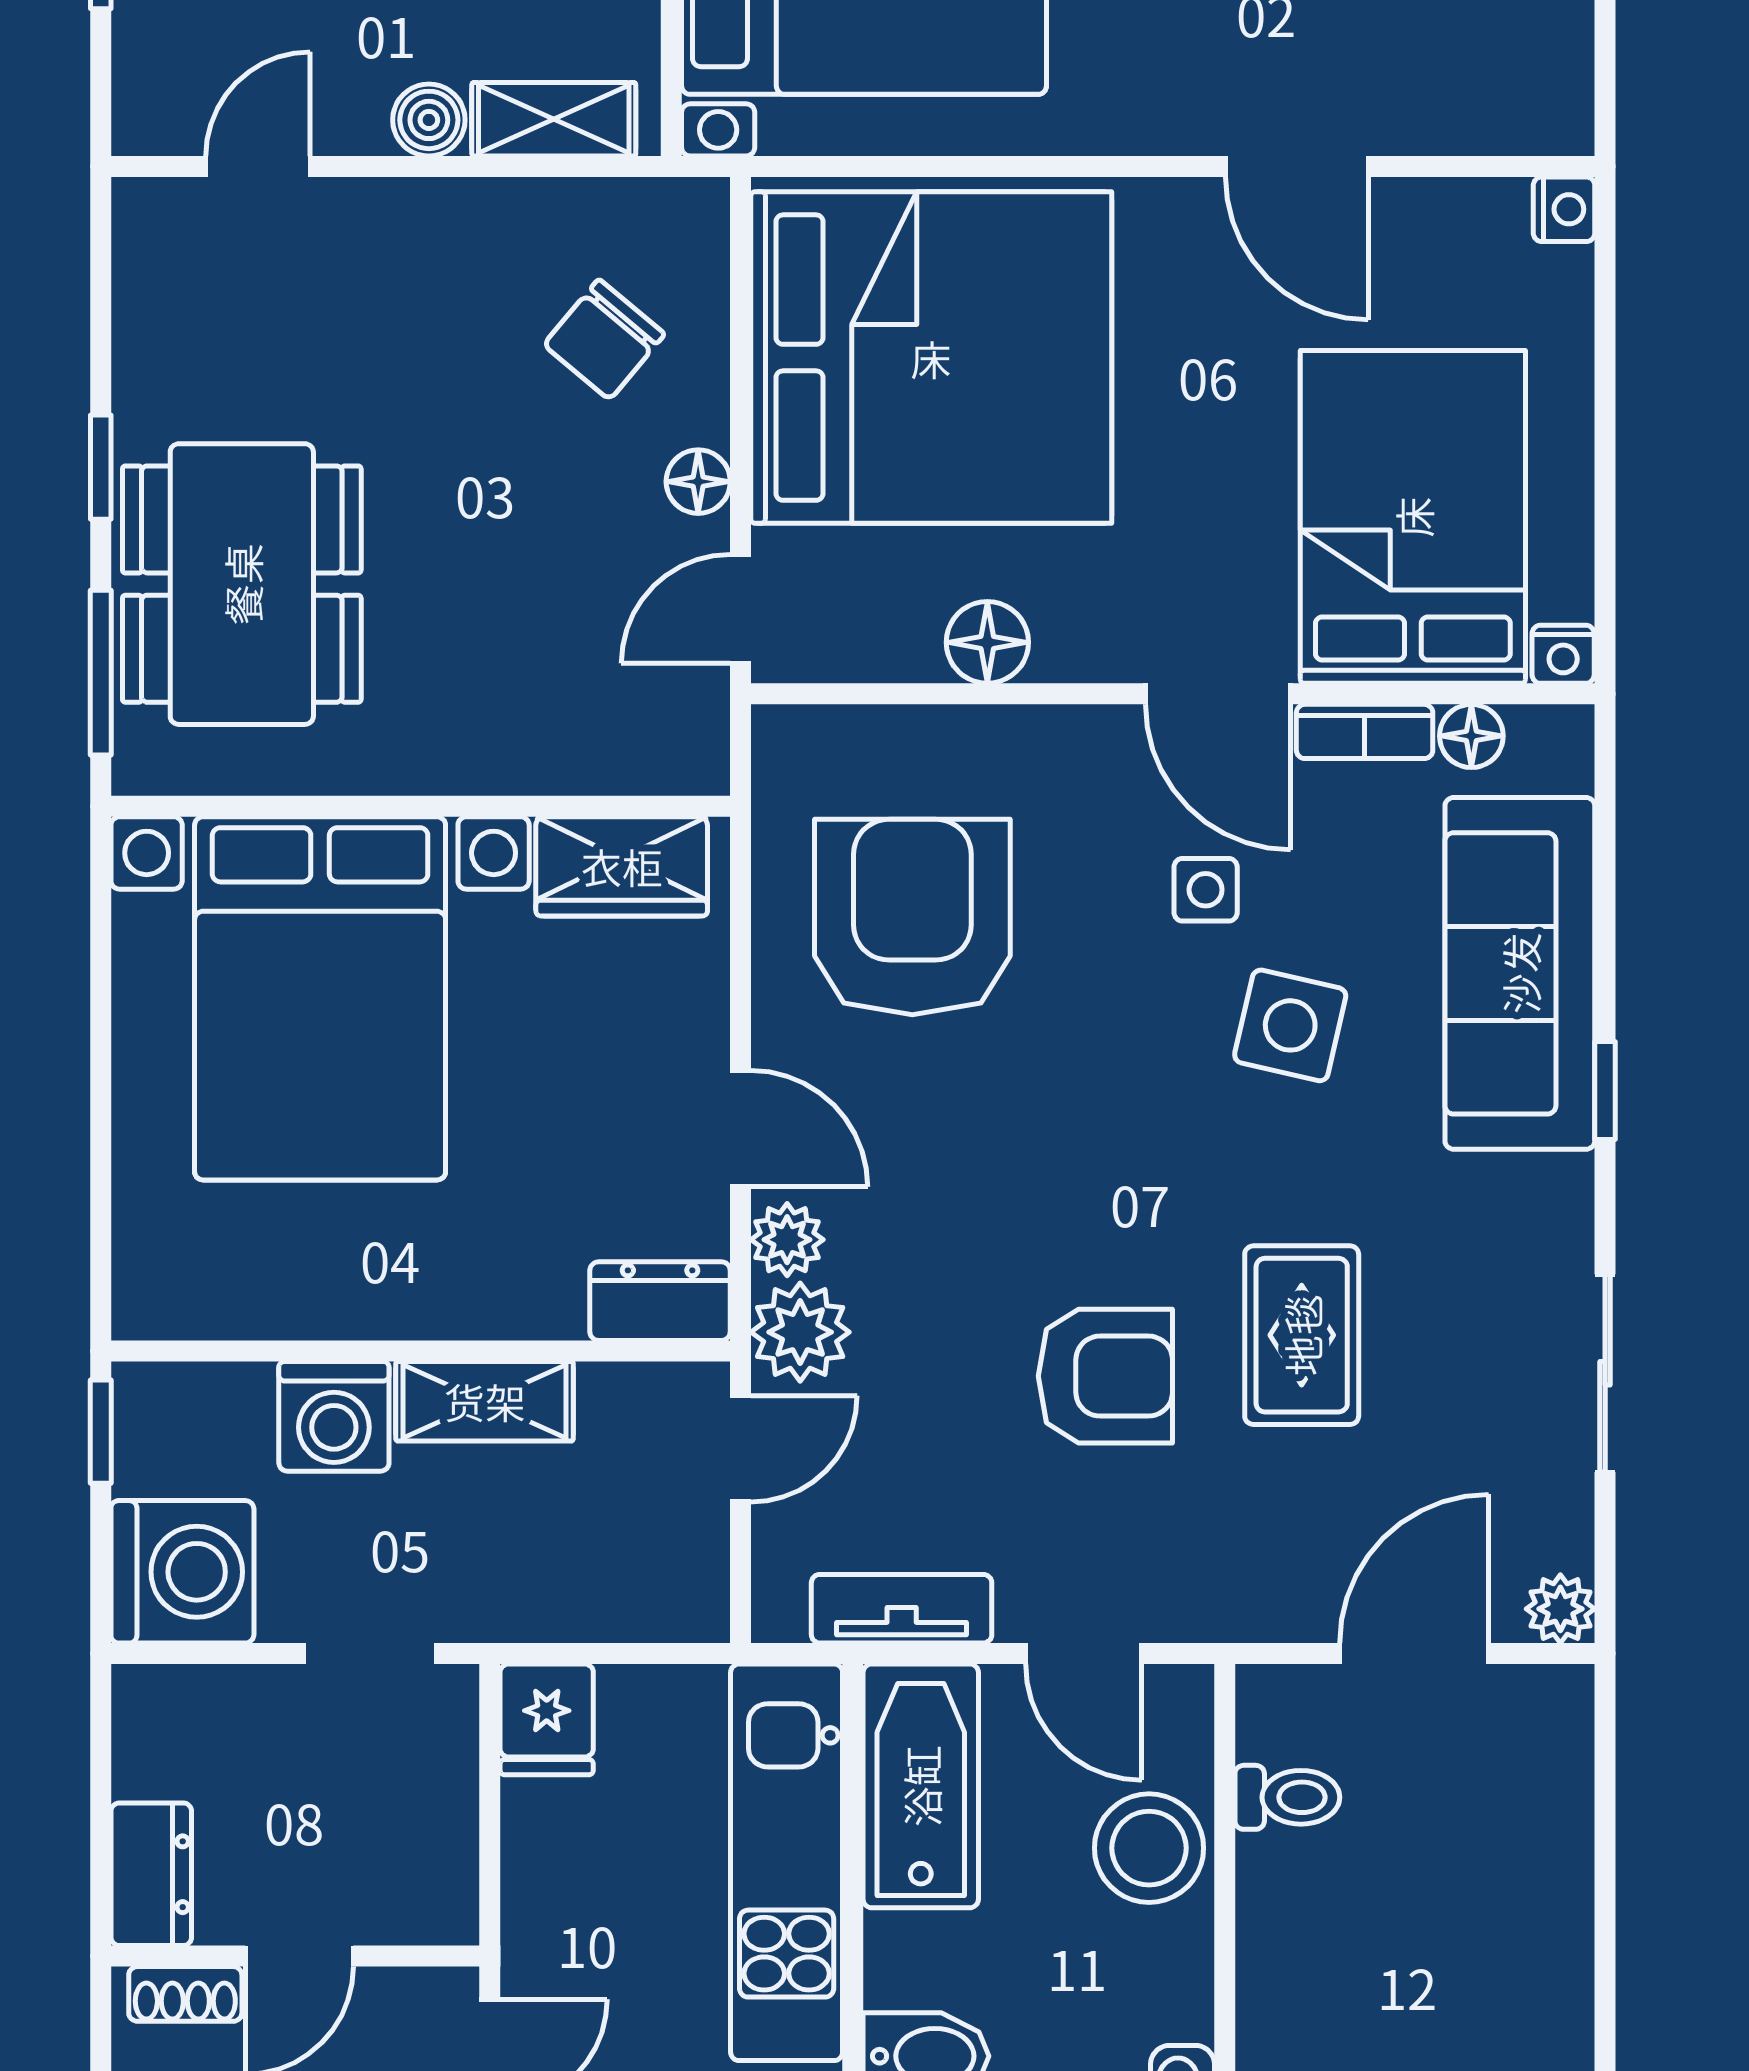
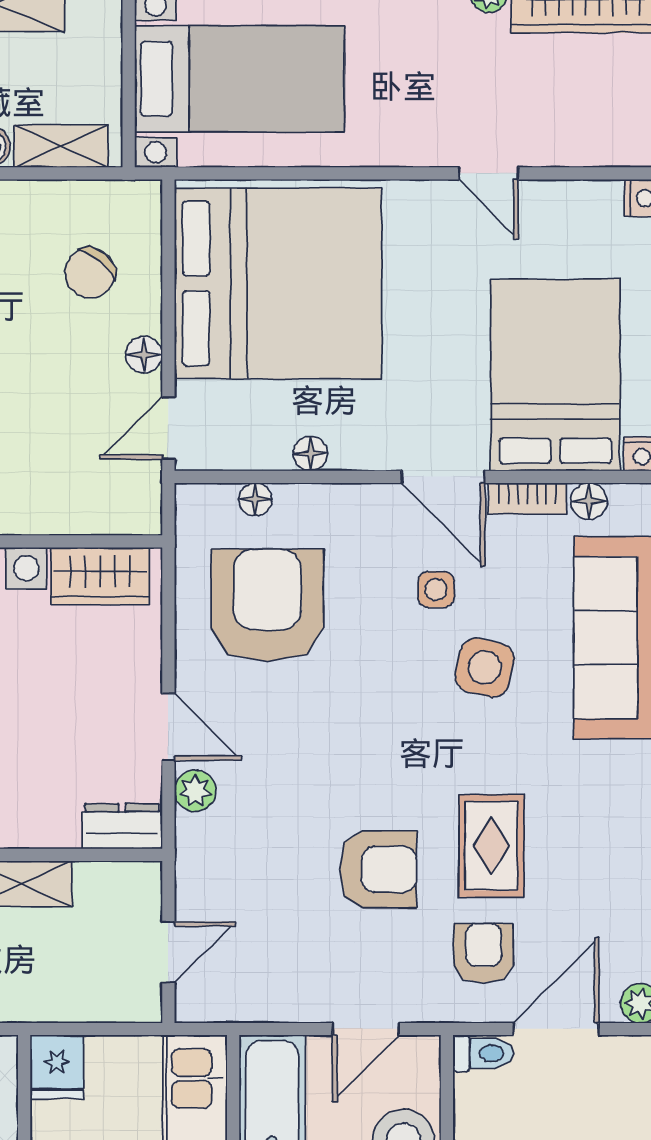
door: (1297, 166) -> (488, 173), width x0.73
floor lamp: (987, 642) -> (310, 454), width x0.73, depth x0.73
floor lamp: (891, 733) -> (255, 499), added
plant: (800, 1332) -> (203, 844), removed
door: (740, 1449) -> (168, 952), moved
armchair: (1288, 1522) -> (484, 953), added
tv unit: (902, 1609) -> (261, 1003), removed
door: (1084, 1654) -> (366, 1029), hinge flipped
toilet: (1287, 1797) -> (483, 1053), moved

